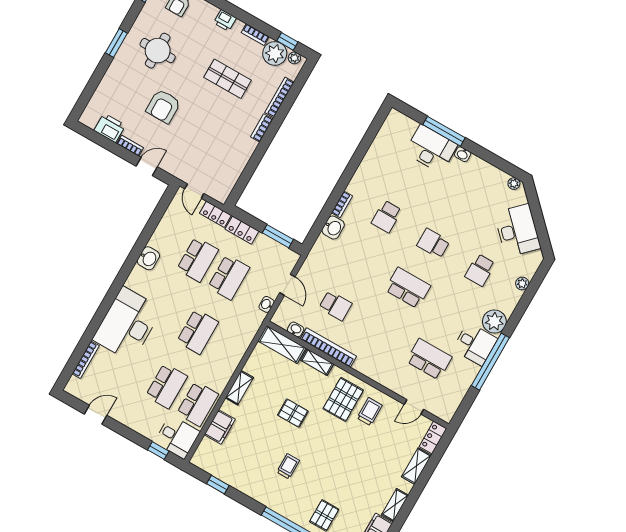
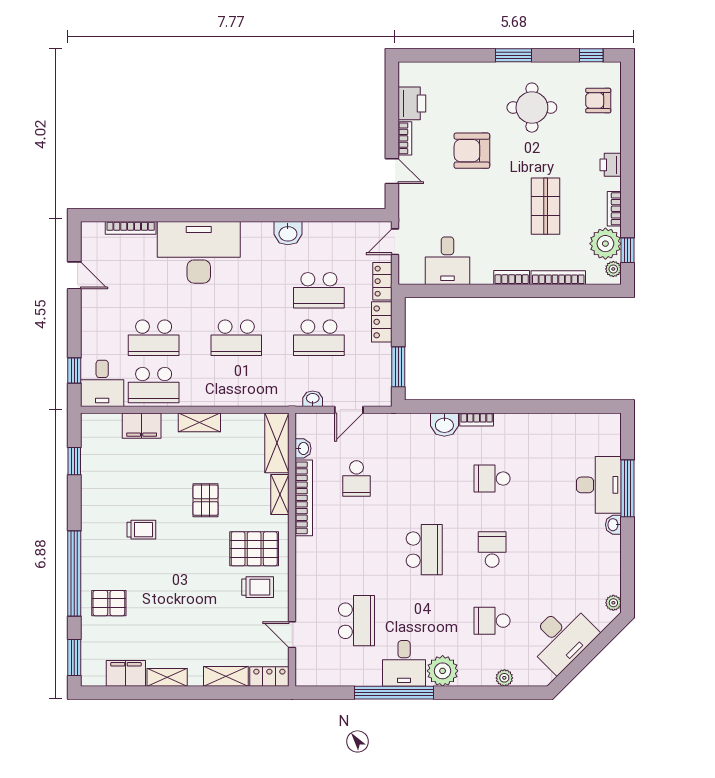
desk: (227, 164) -> (447, 261), added

